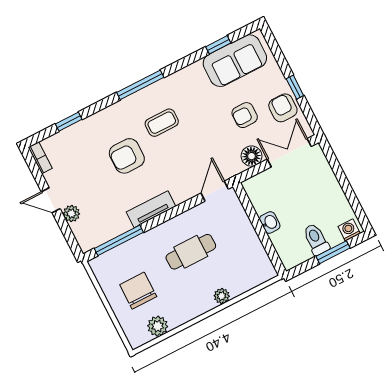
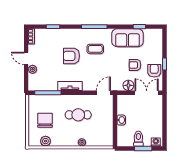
sofa: (235, 61) -> (128, 38), moved

